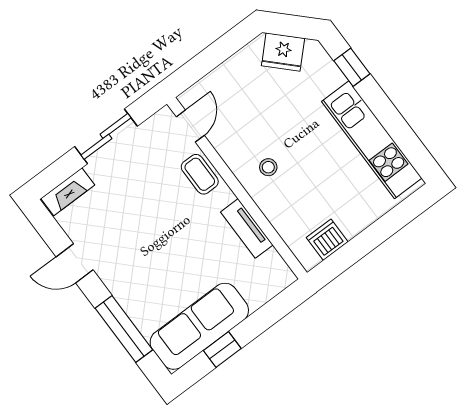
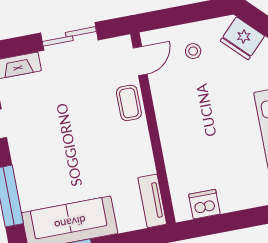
stool: (268, 167) -> (193, 51), moved
tv unit: (247, 228) -> (152, 201), moved

